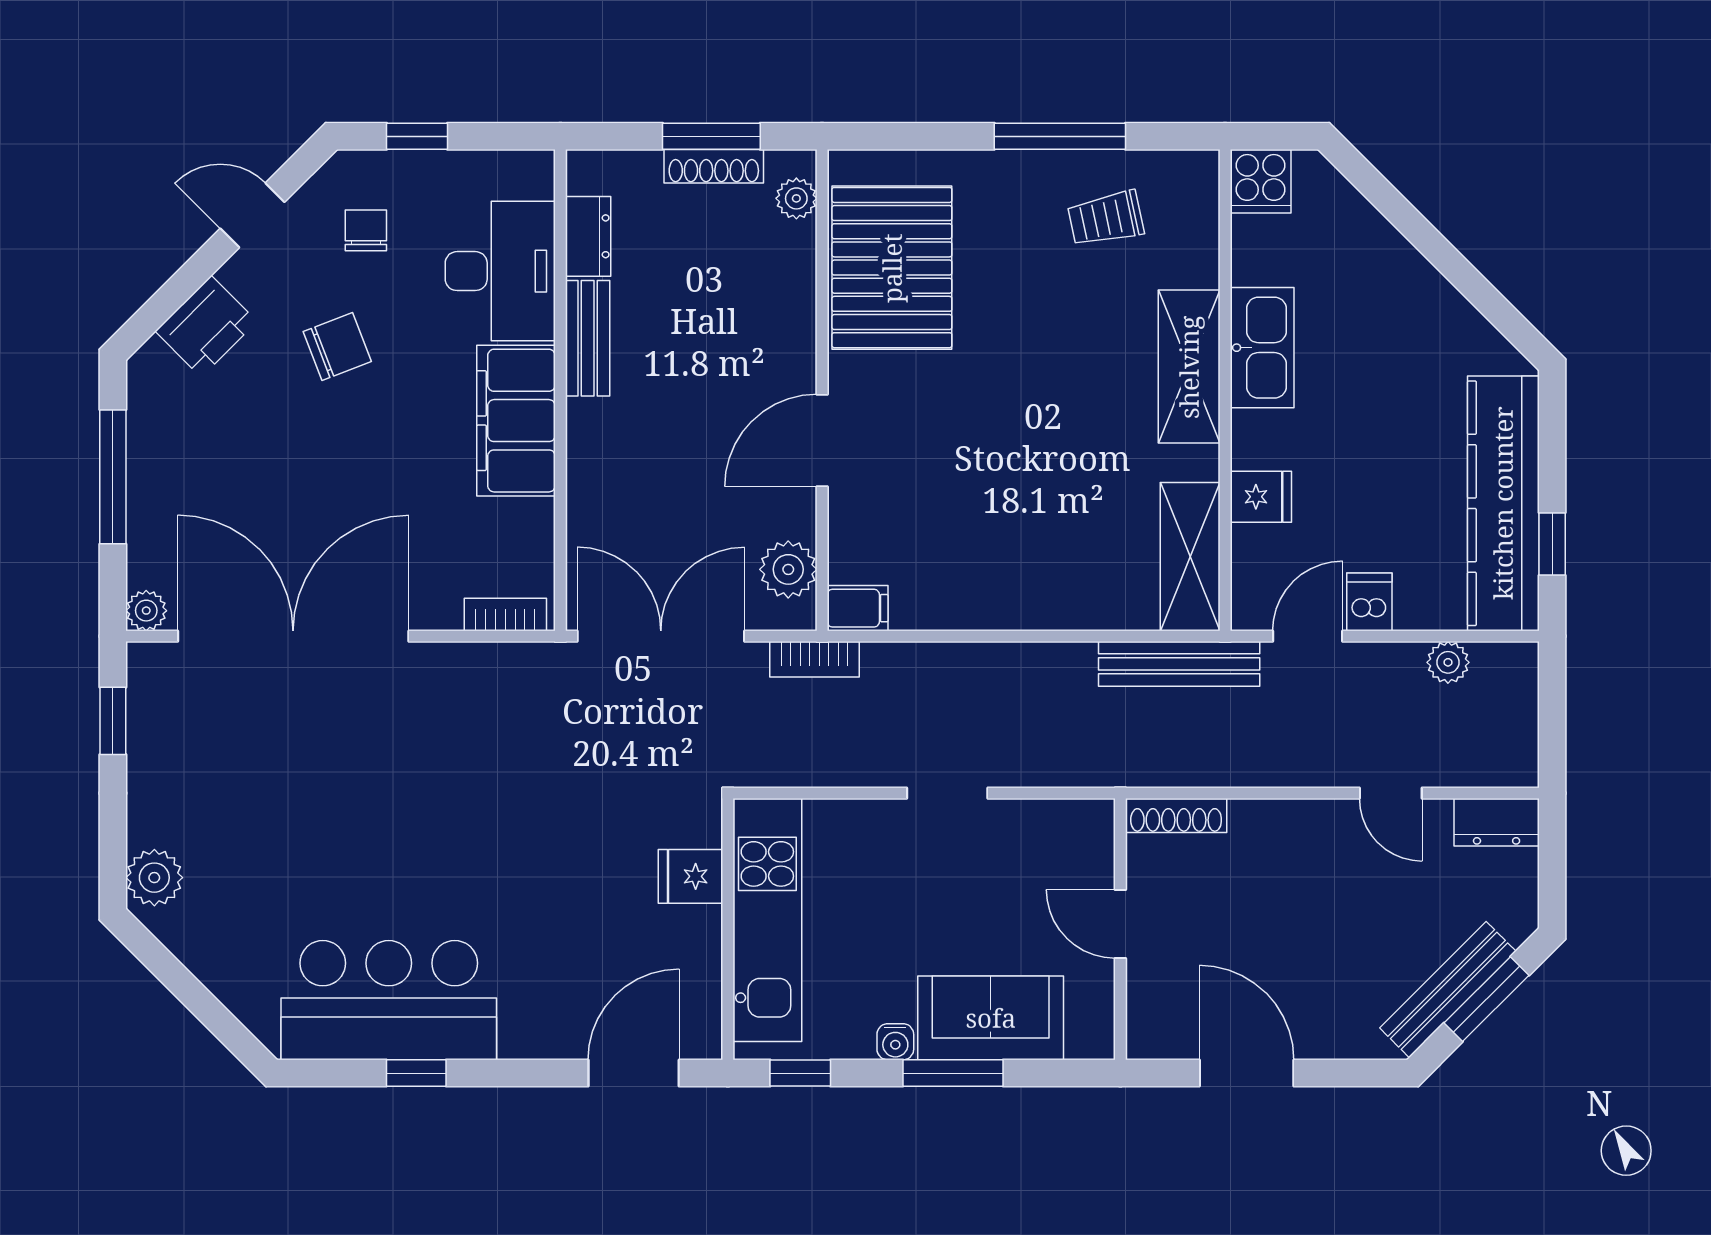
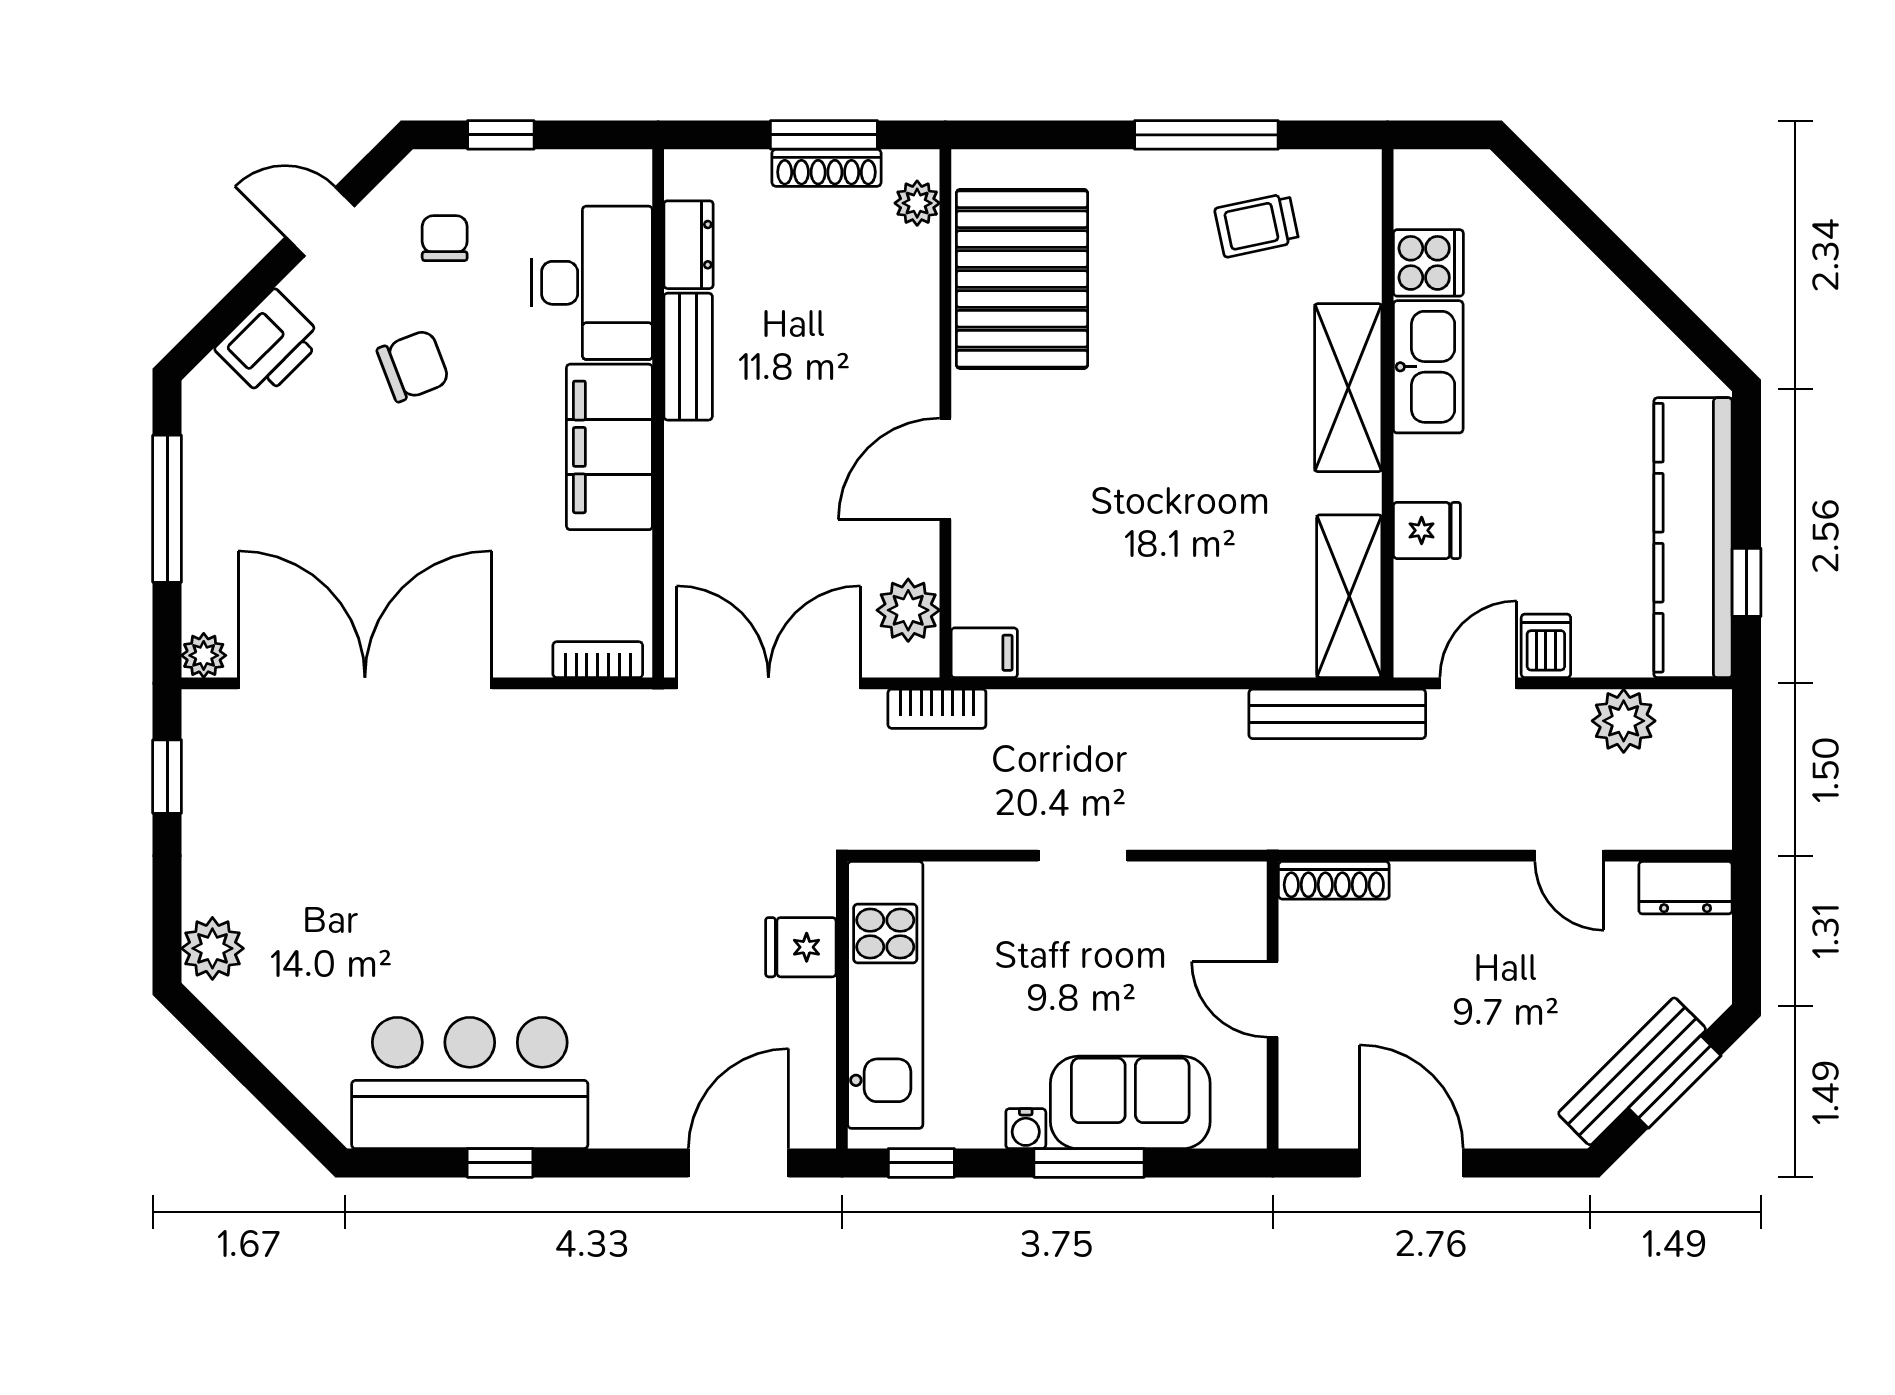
cooker: (1261, 181) -> (1428, 263), moved, turned -90
plant: (1448, 662) -> (1624, 721), width x1.38, depth x1.38

